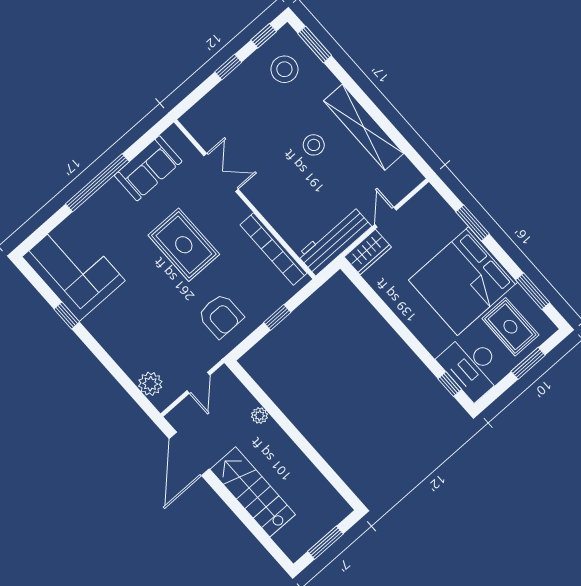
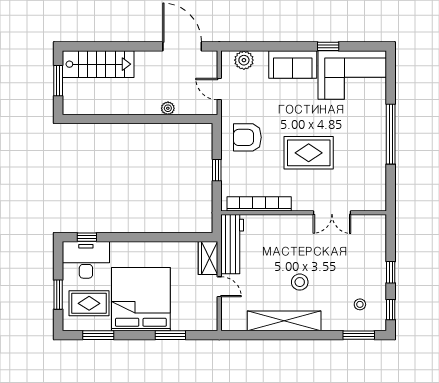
stool: (284, 69) -> (360, 304), width x0.53, depth x0.53
sofa: (148, 168) -> (293, 64), moved, turned -90
stairs: (253, 492) -> (98, 64), moved

